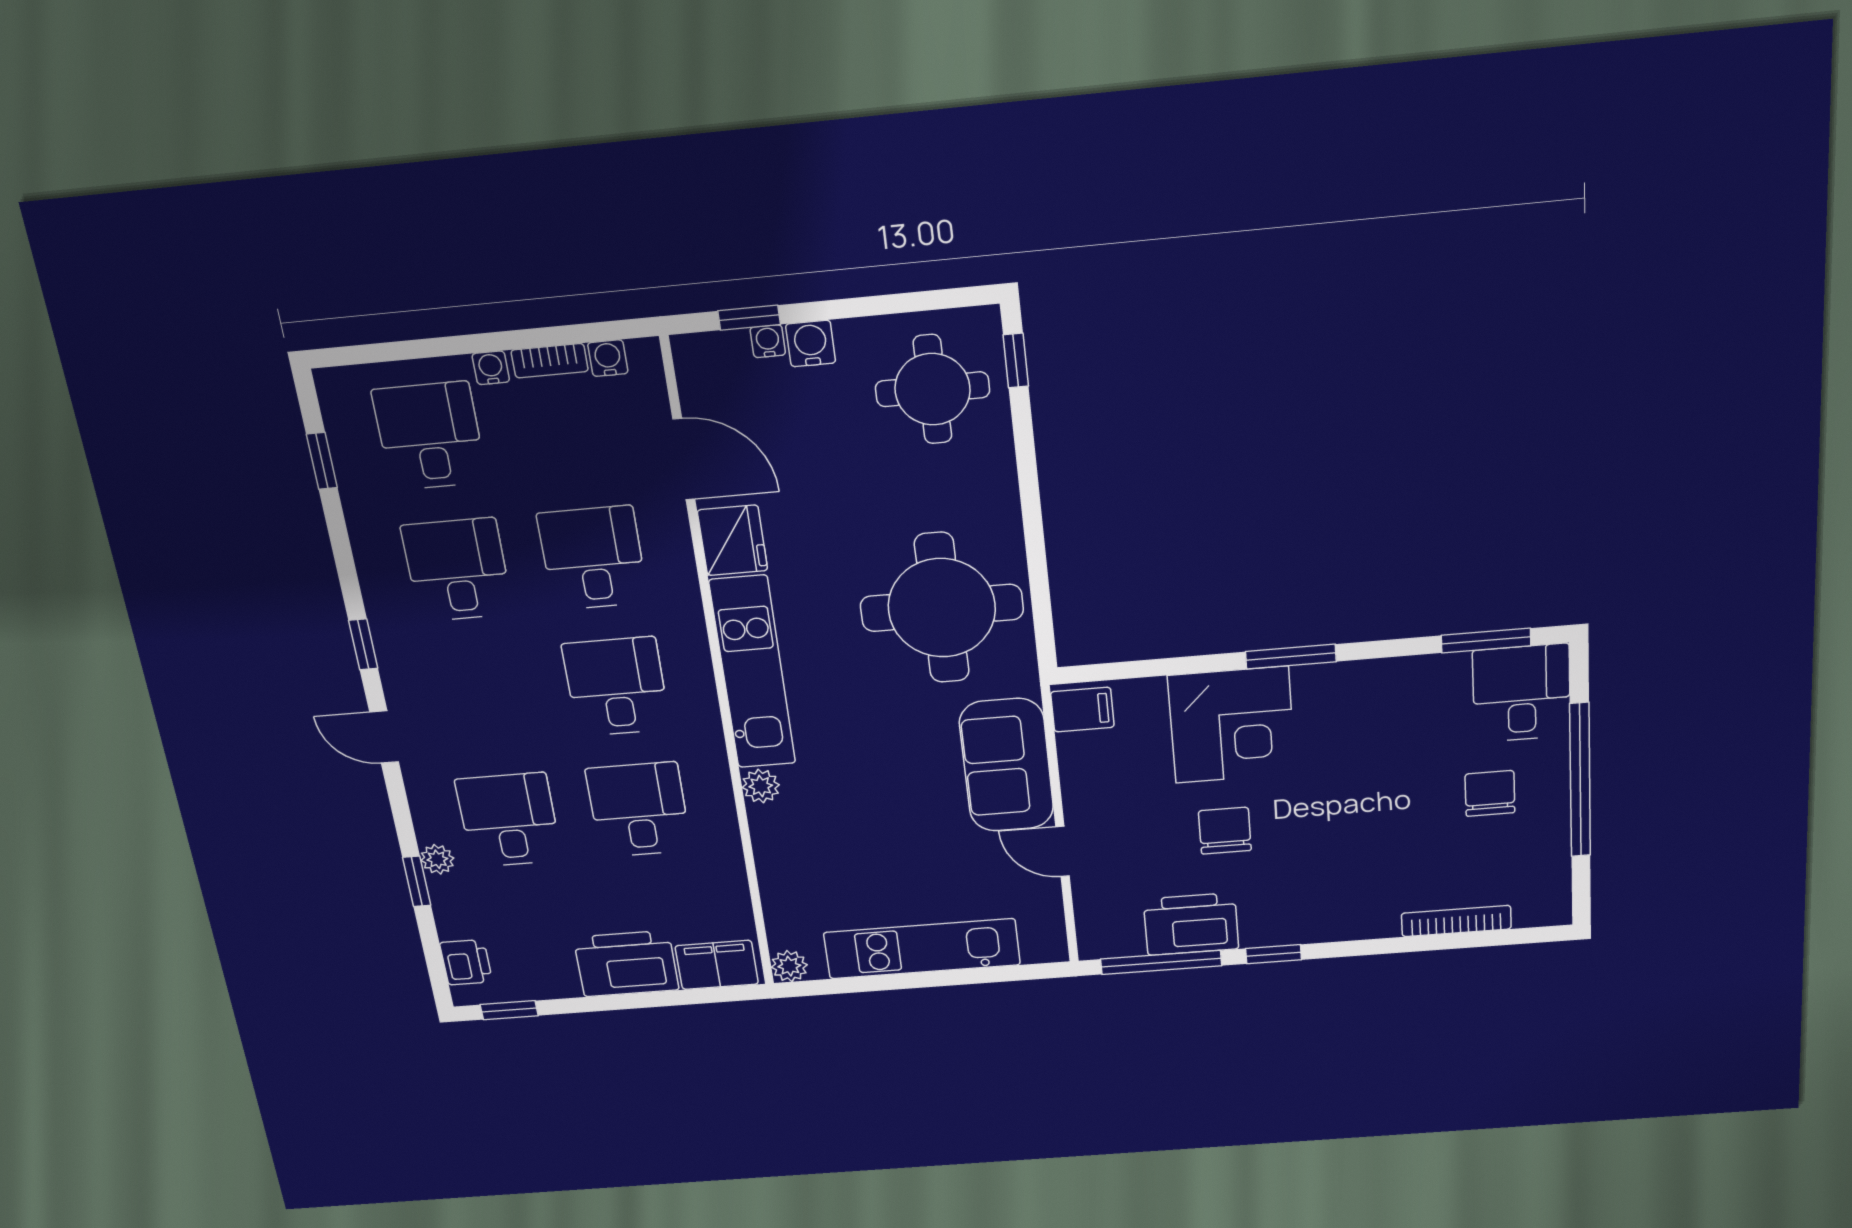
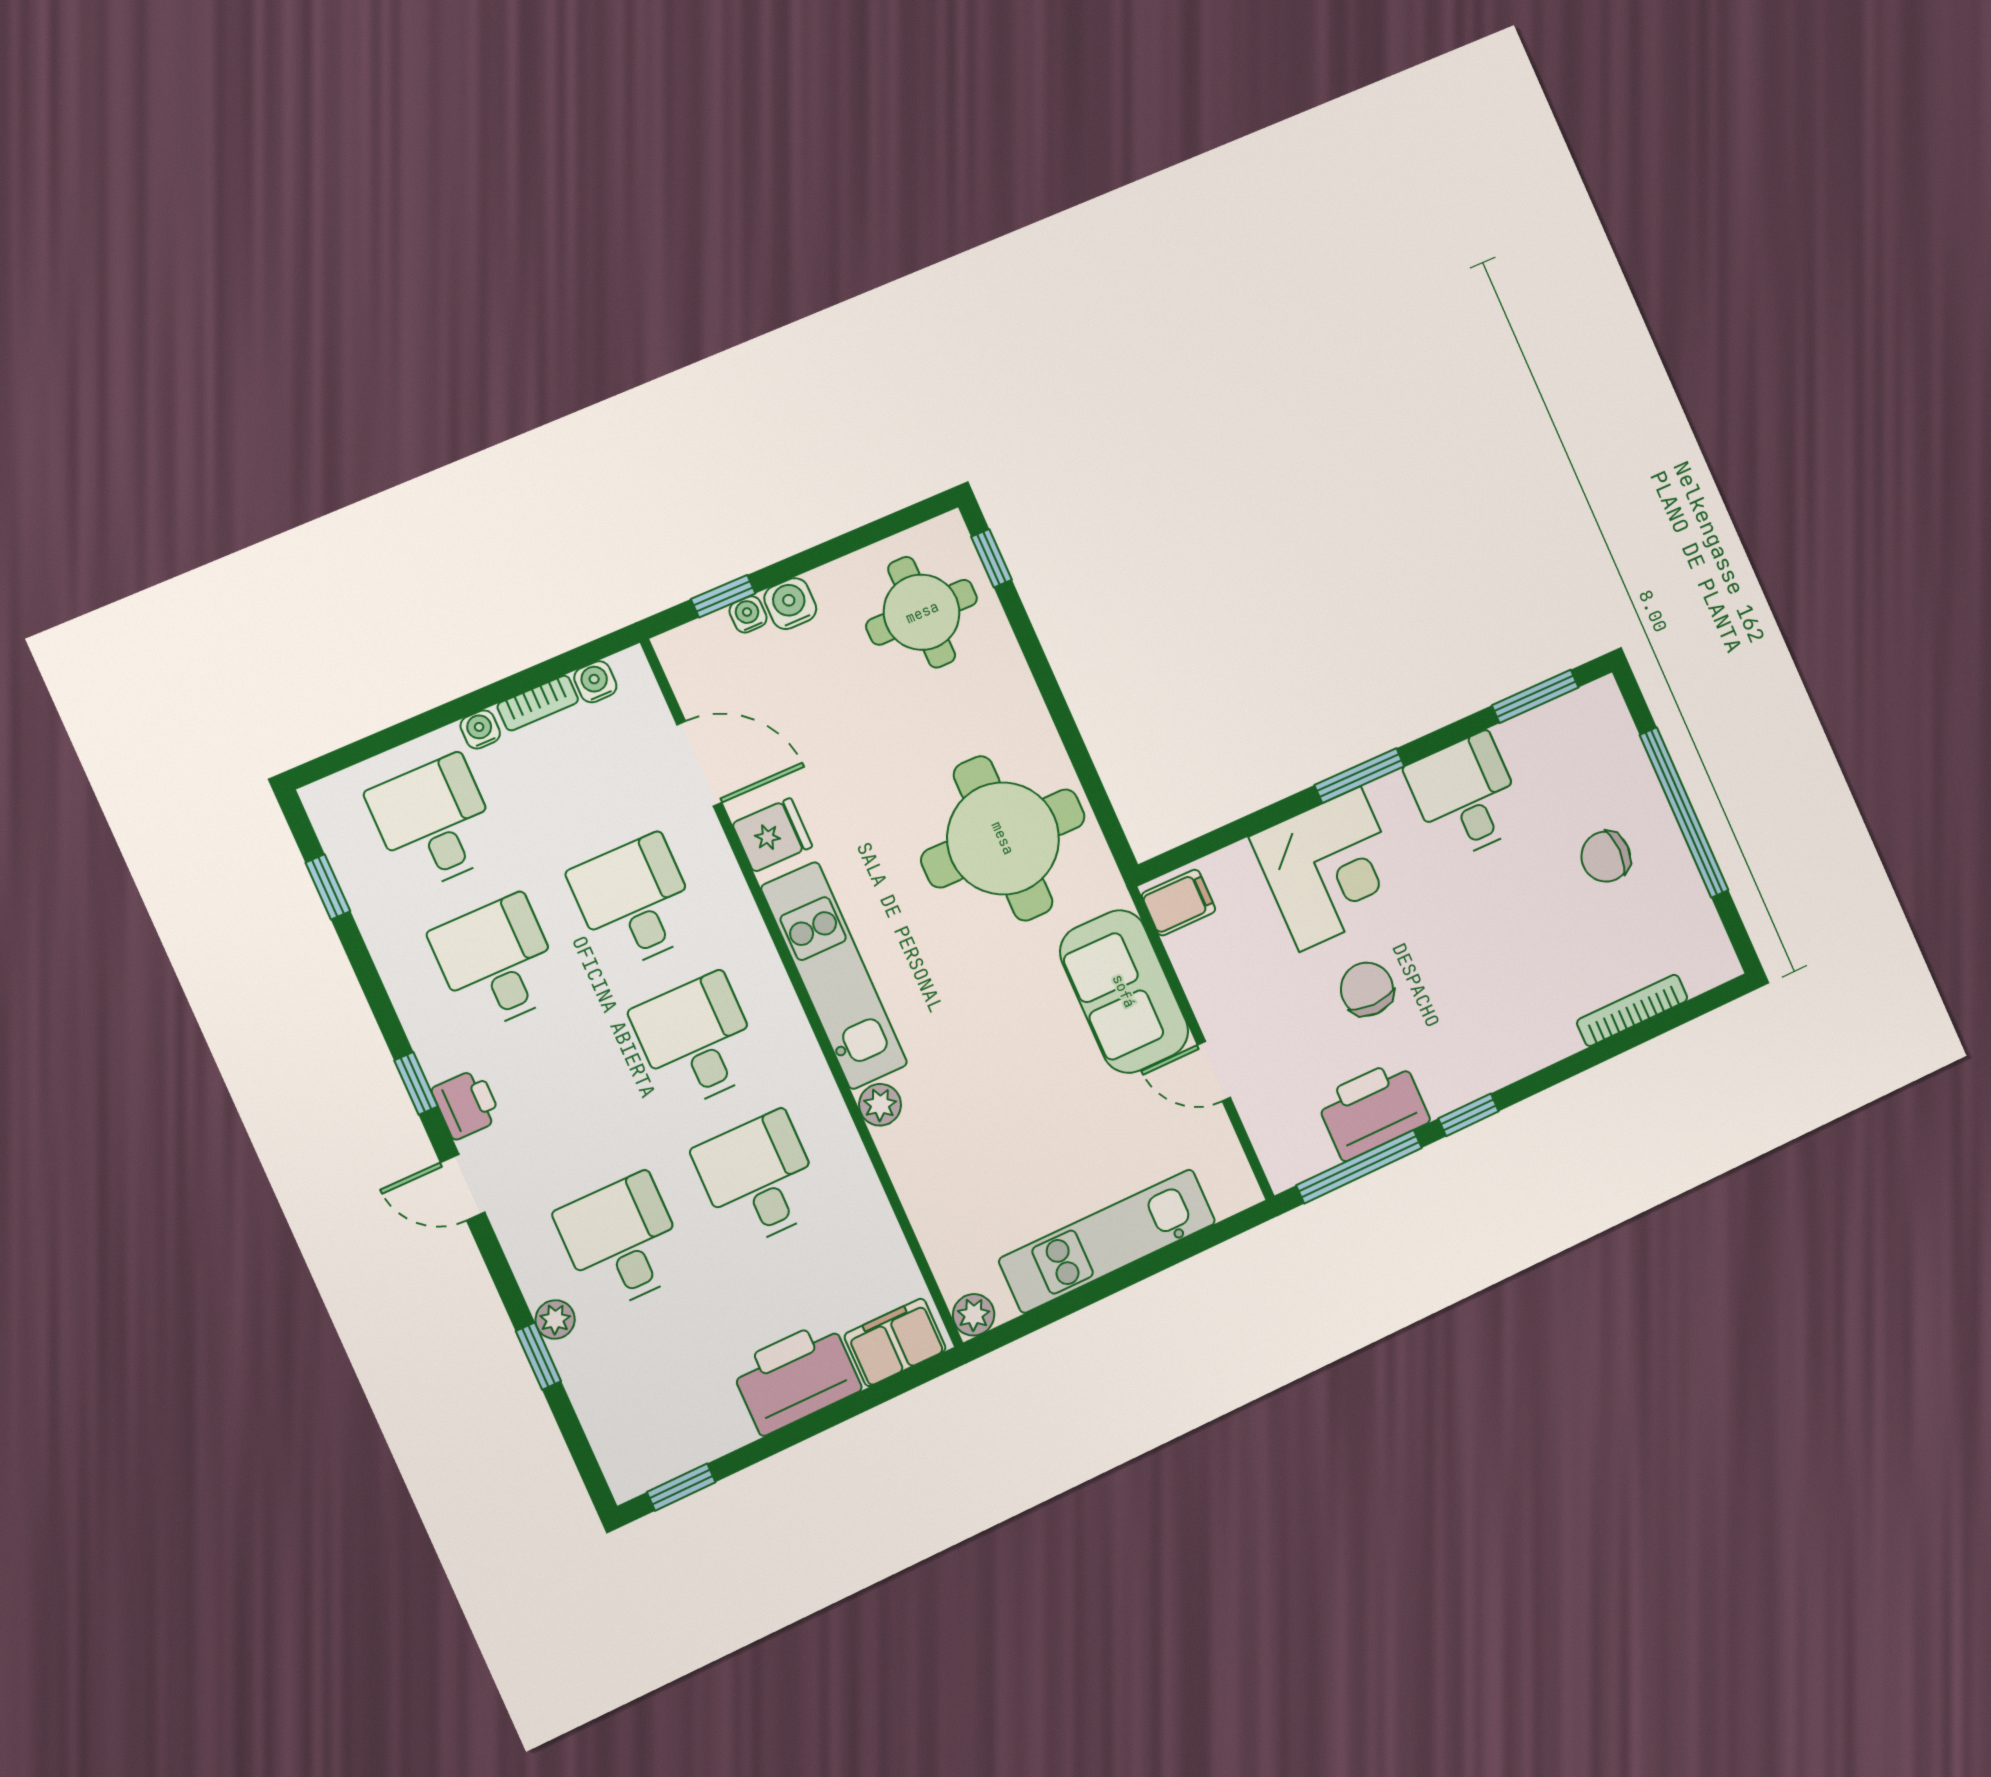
fridge: (733, 540) -> (772, 835), width x0.72
desk: (1522, 693) -> (1466, 796), moved
chair: (1490, 793) -> (1606, 857), turned -90
printer: (466, 962) -> (466, 1104), moved

